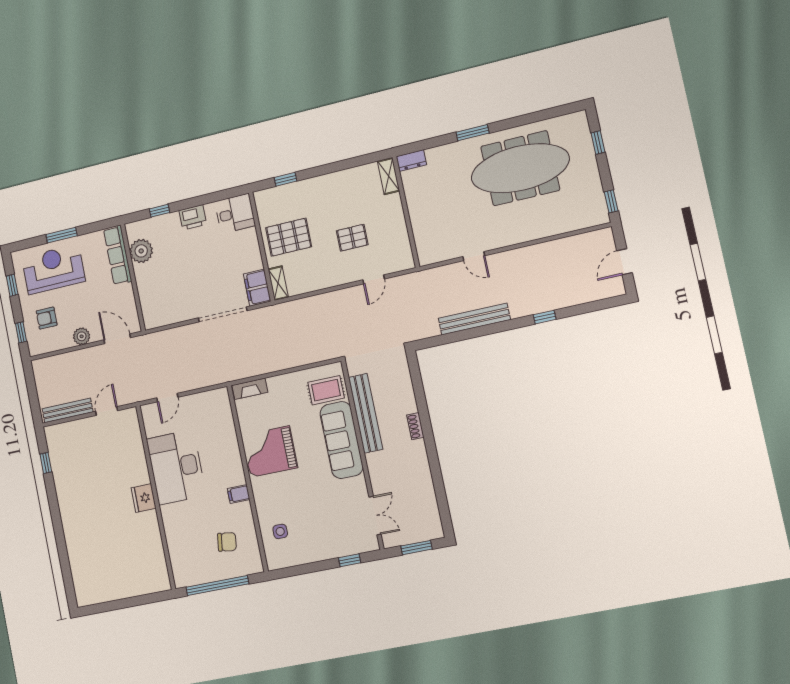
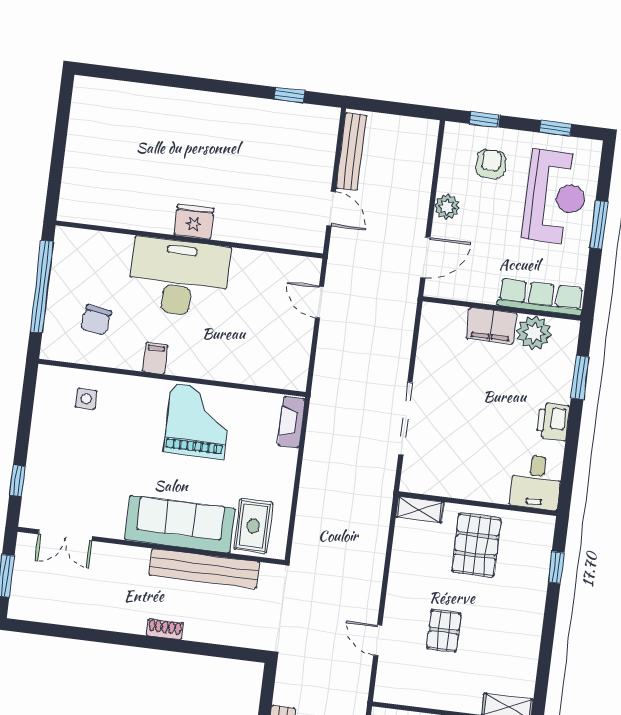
window: (159, 211) -> (580, 378), width x1.50
filing cabinet: (257, 288) -> (491, 326), moved, turned 180
desk: (176, 467) -> (179, 277), moved

